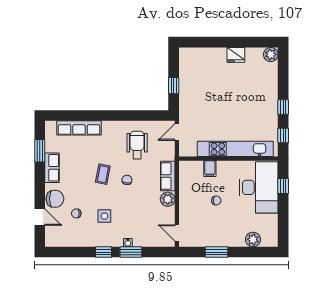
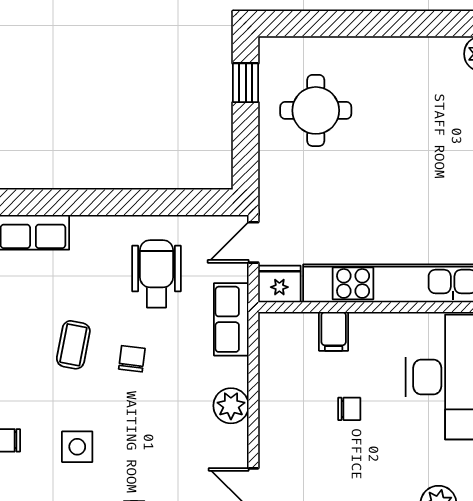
fridge: (236, 55) -> (279, 284), moved, turned 180
round table: (203, 78) -> (316, 110), added
window: (174, 86) -> (246, 83), moved
row of seats: (168, 176) -> (231, 319), moved

